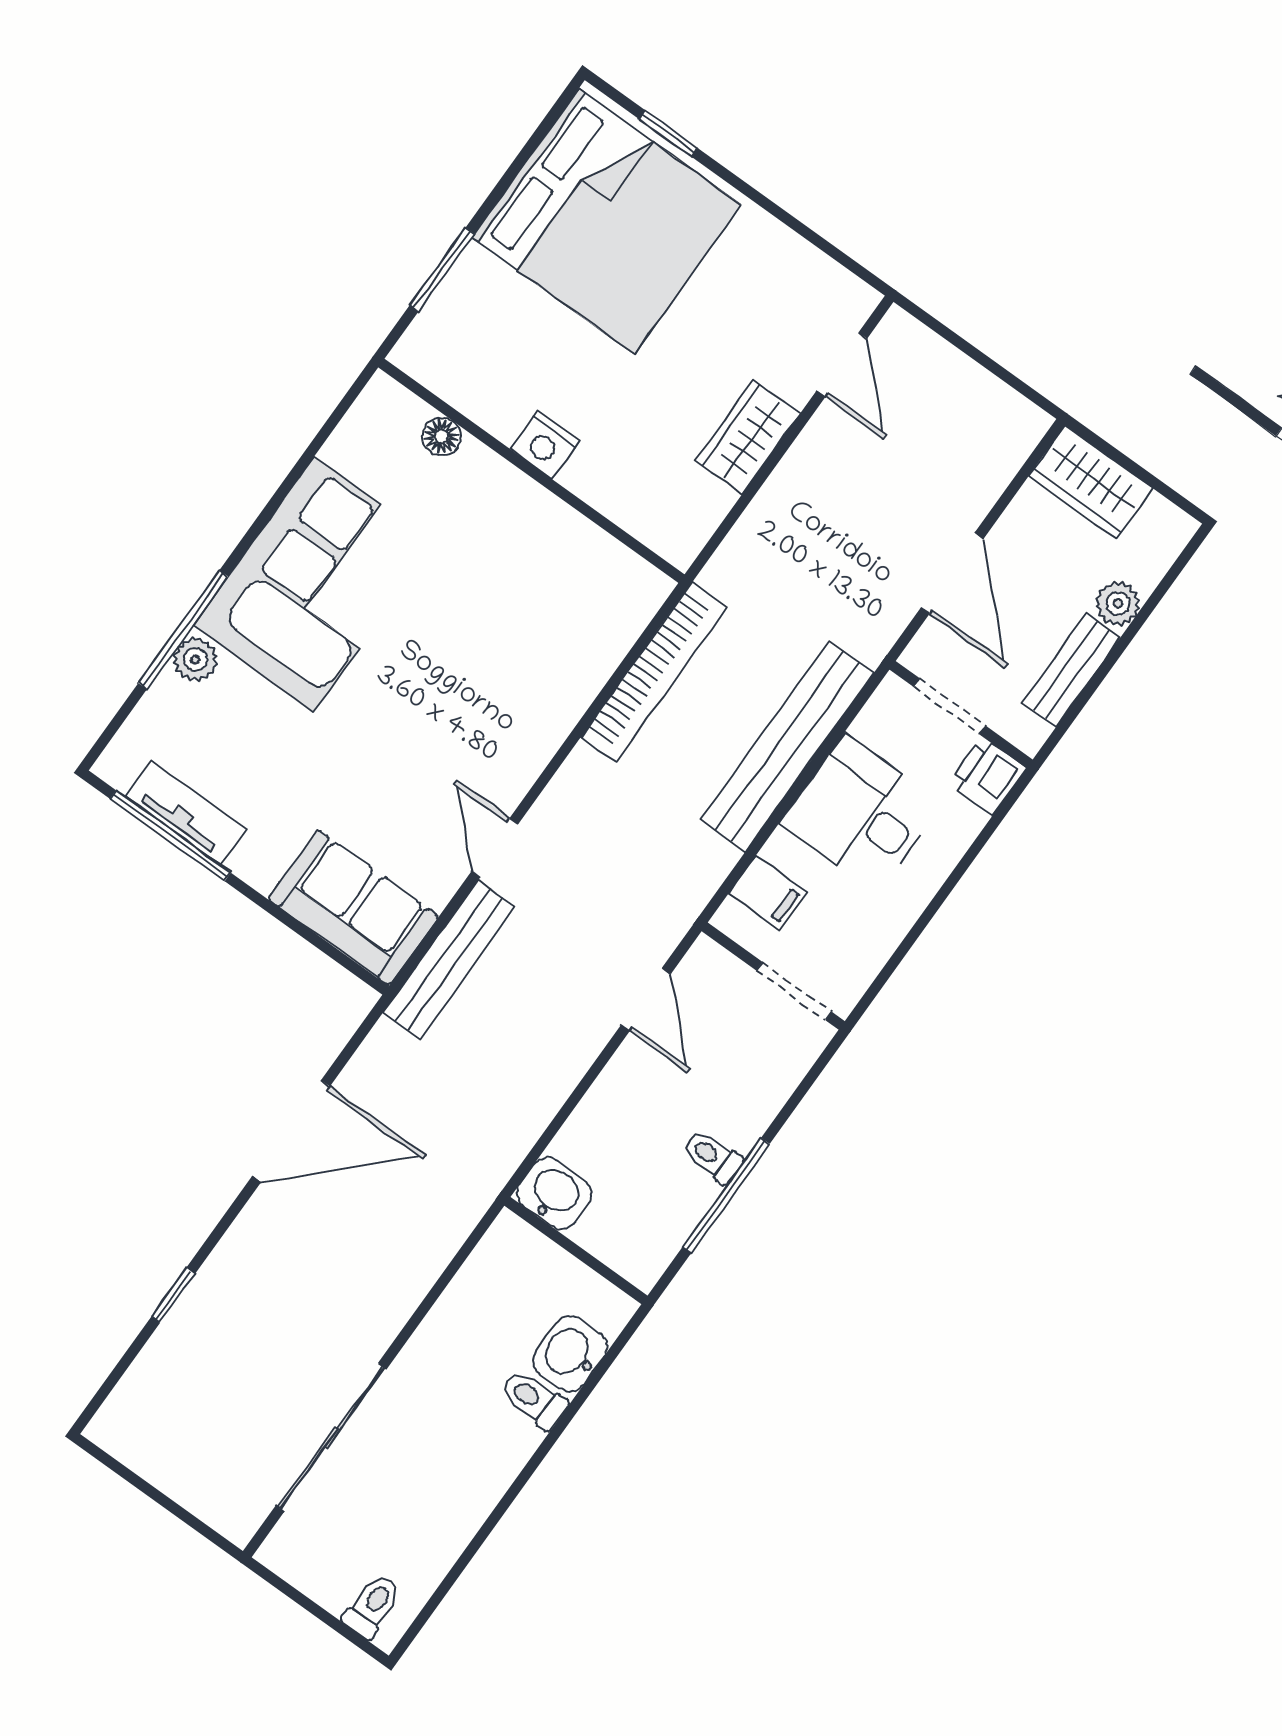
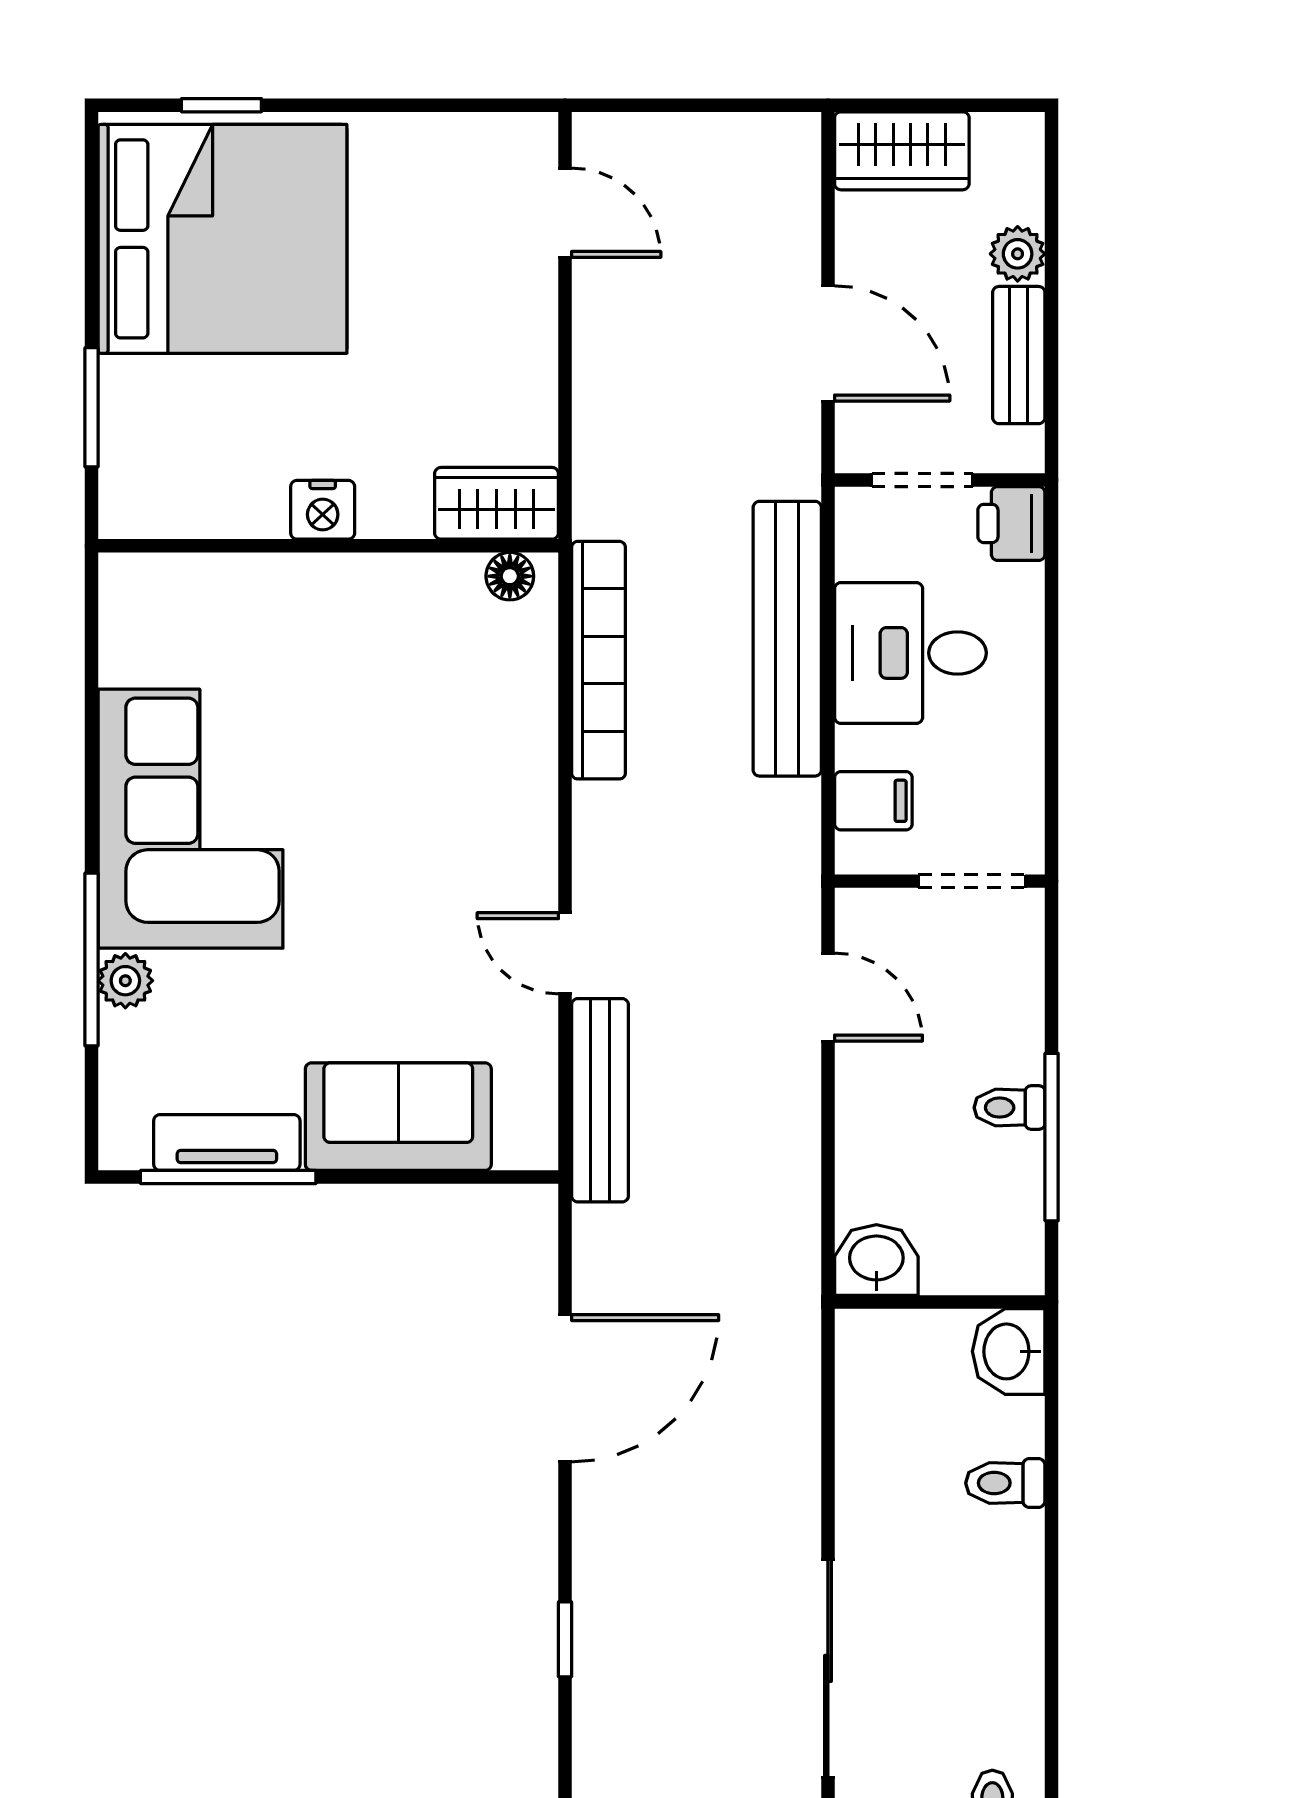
floor lamp: (442, 436) -> (510, 576), moved
wardrobe: (748, 437) -> (497, 503), moved, turned 90
sofa: (353, 907) -> (398, 1117), moved
washbasin: (570, 1354) -> (1009, 1351), moved

